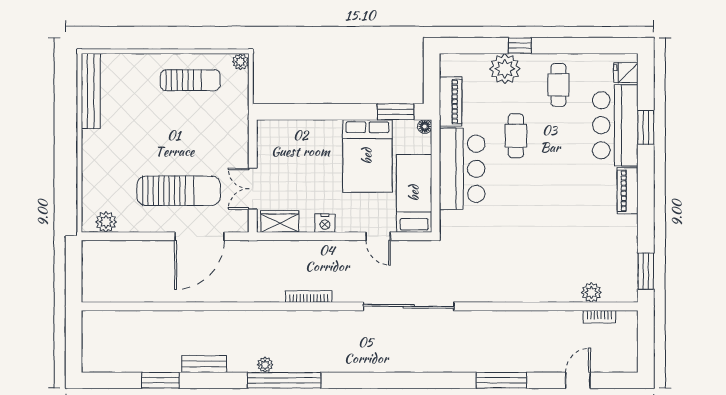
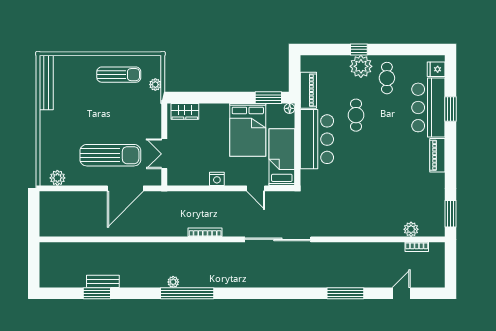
plant: (240, 62) -> (155, 85), moved
plant: (505, 69) -> (361, 66), moved
wardrobe: (280, 221) -> (185, 111), moved, turned 180
bench: (204, 364) -> (103, 281), moved

